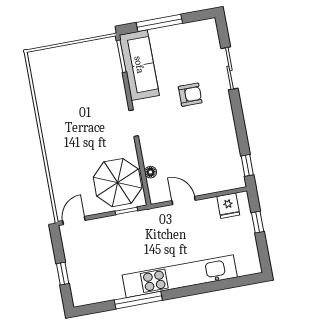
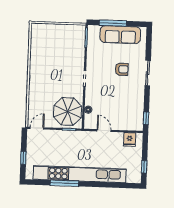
sofa: (139, 65) -> (120, 35), moved, turned 90
sliding door: (229, 68) -> (148, 73), moved
window: (258, 222) -> (144, 167), moved
kitchen unit: (180, 276) -> (80, 174), width x1.36

